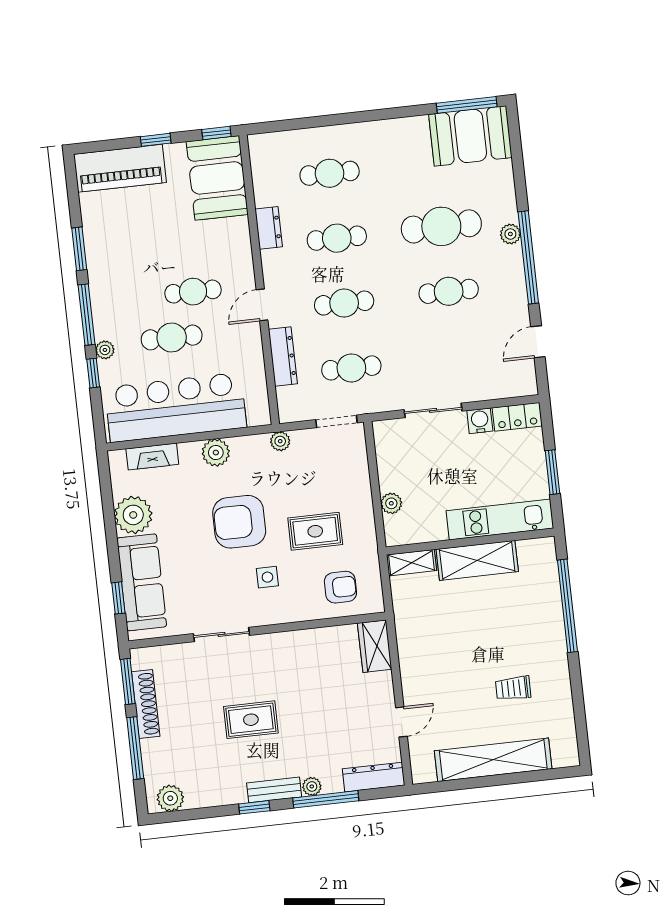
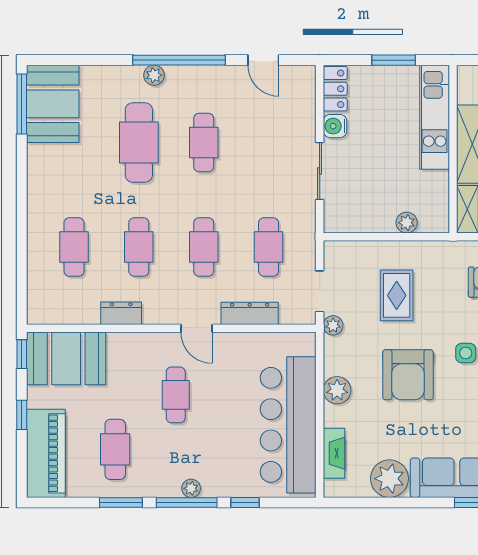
cafe table: (172, 337) -> (115, 449), moved
plant: (105, 350) -> (191, 488), moved
doorway: (336, 421) -> (320, 291), moved
rug: (315, 531) -> (397, 295), moved

